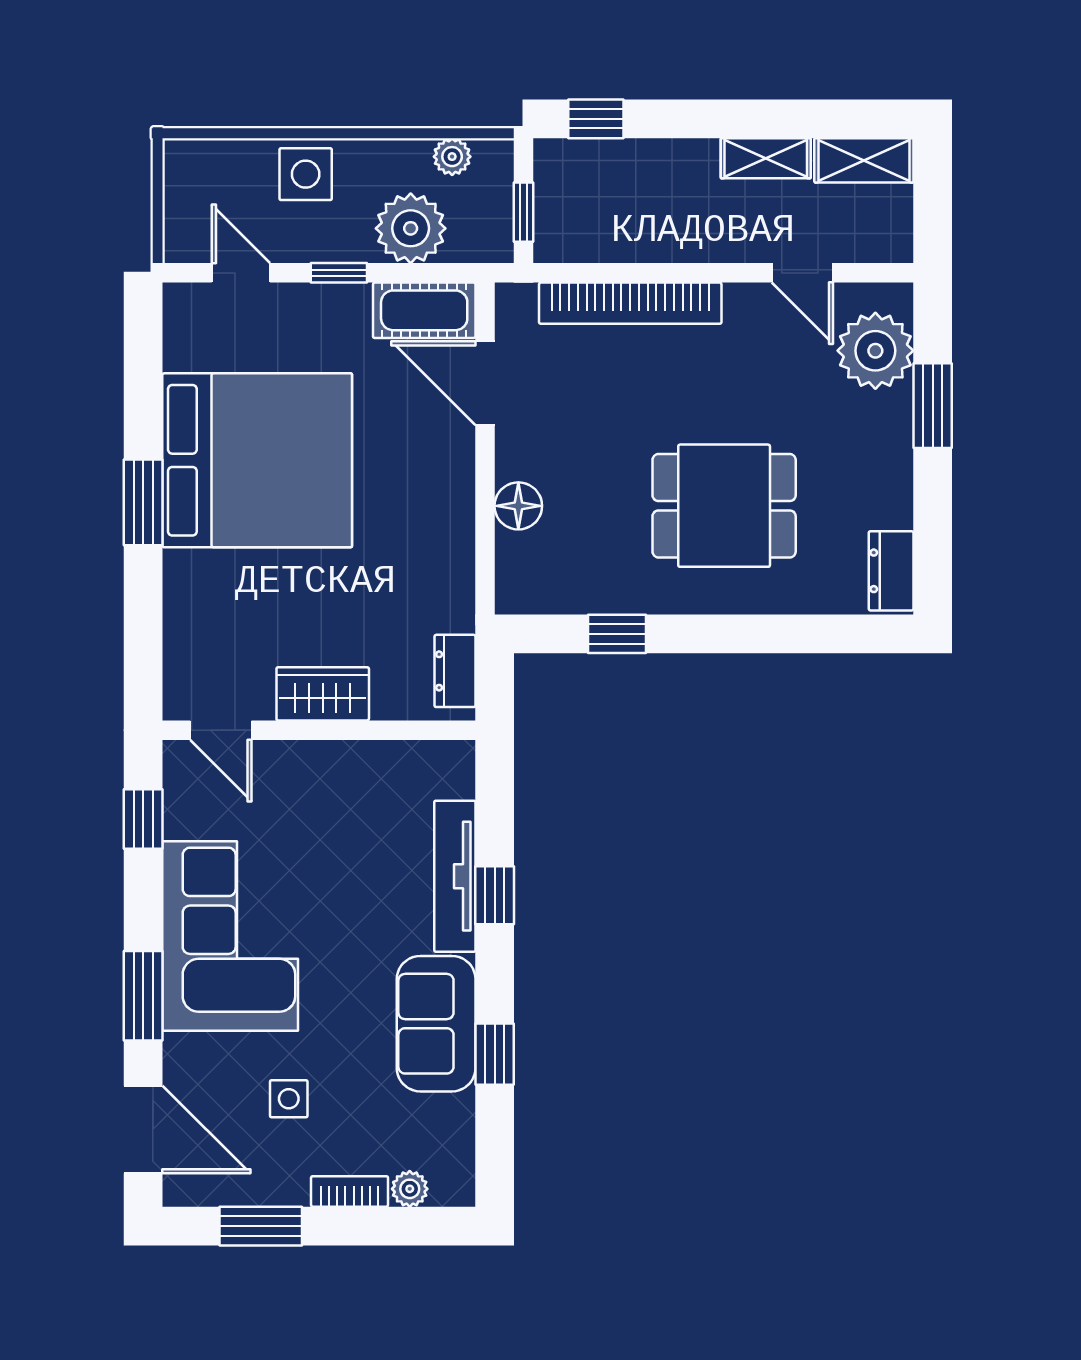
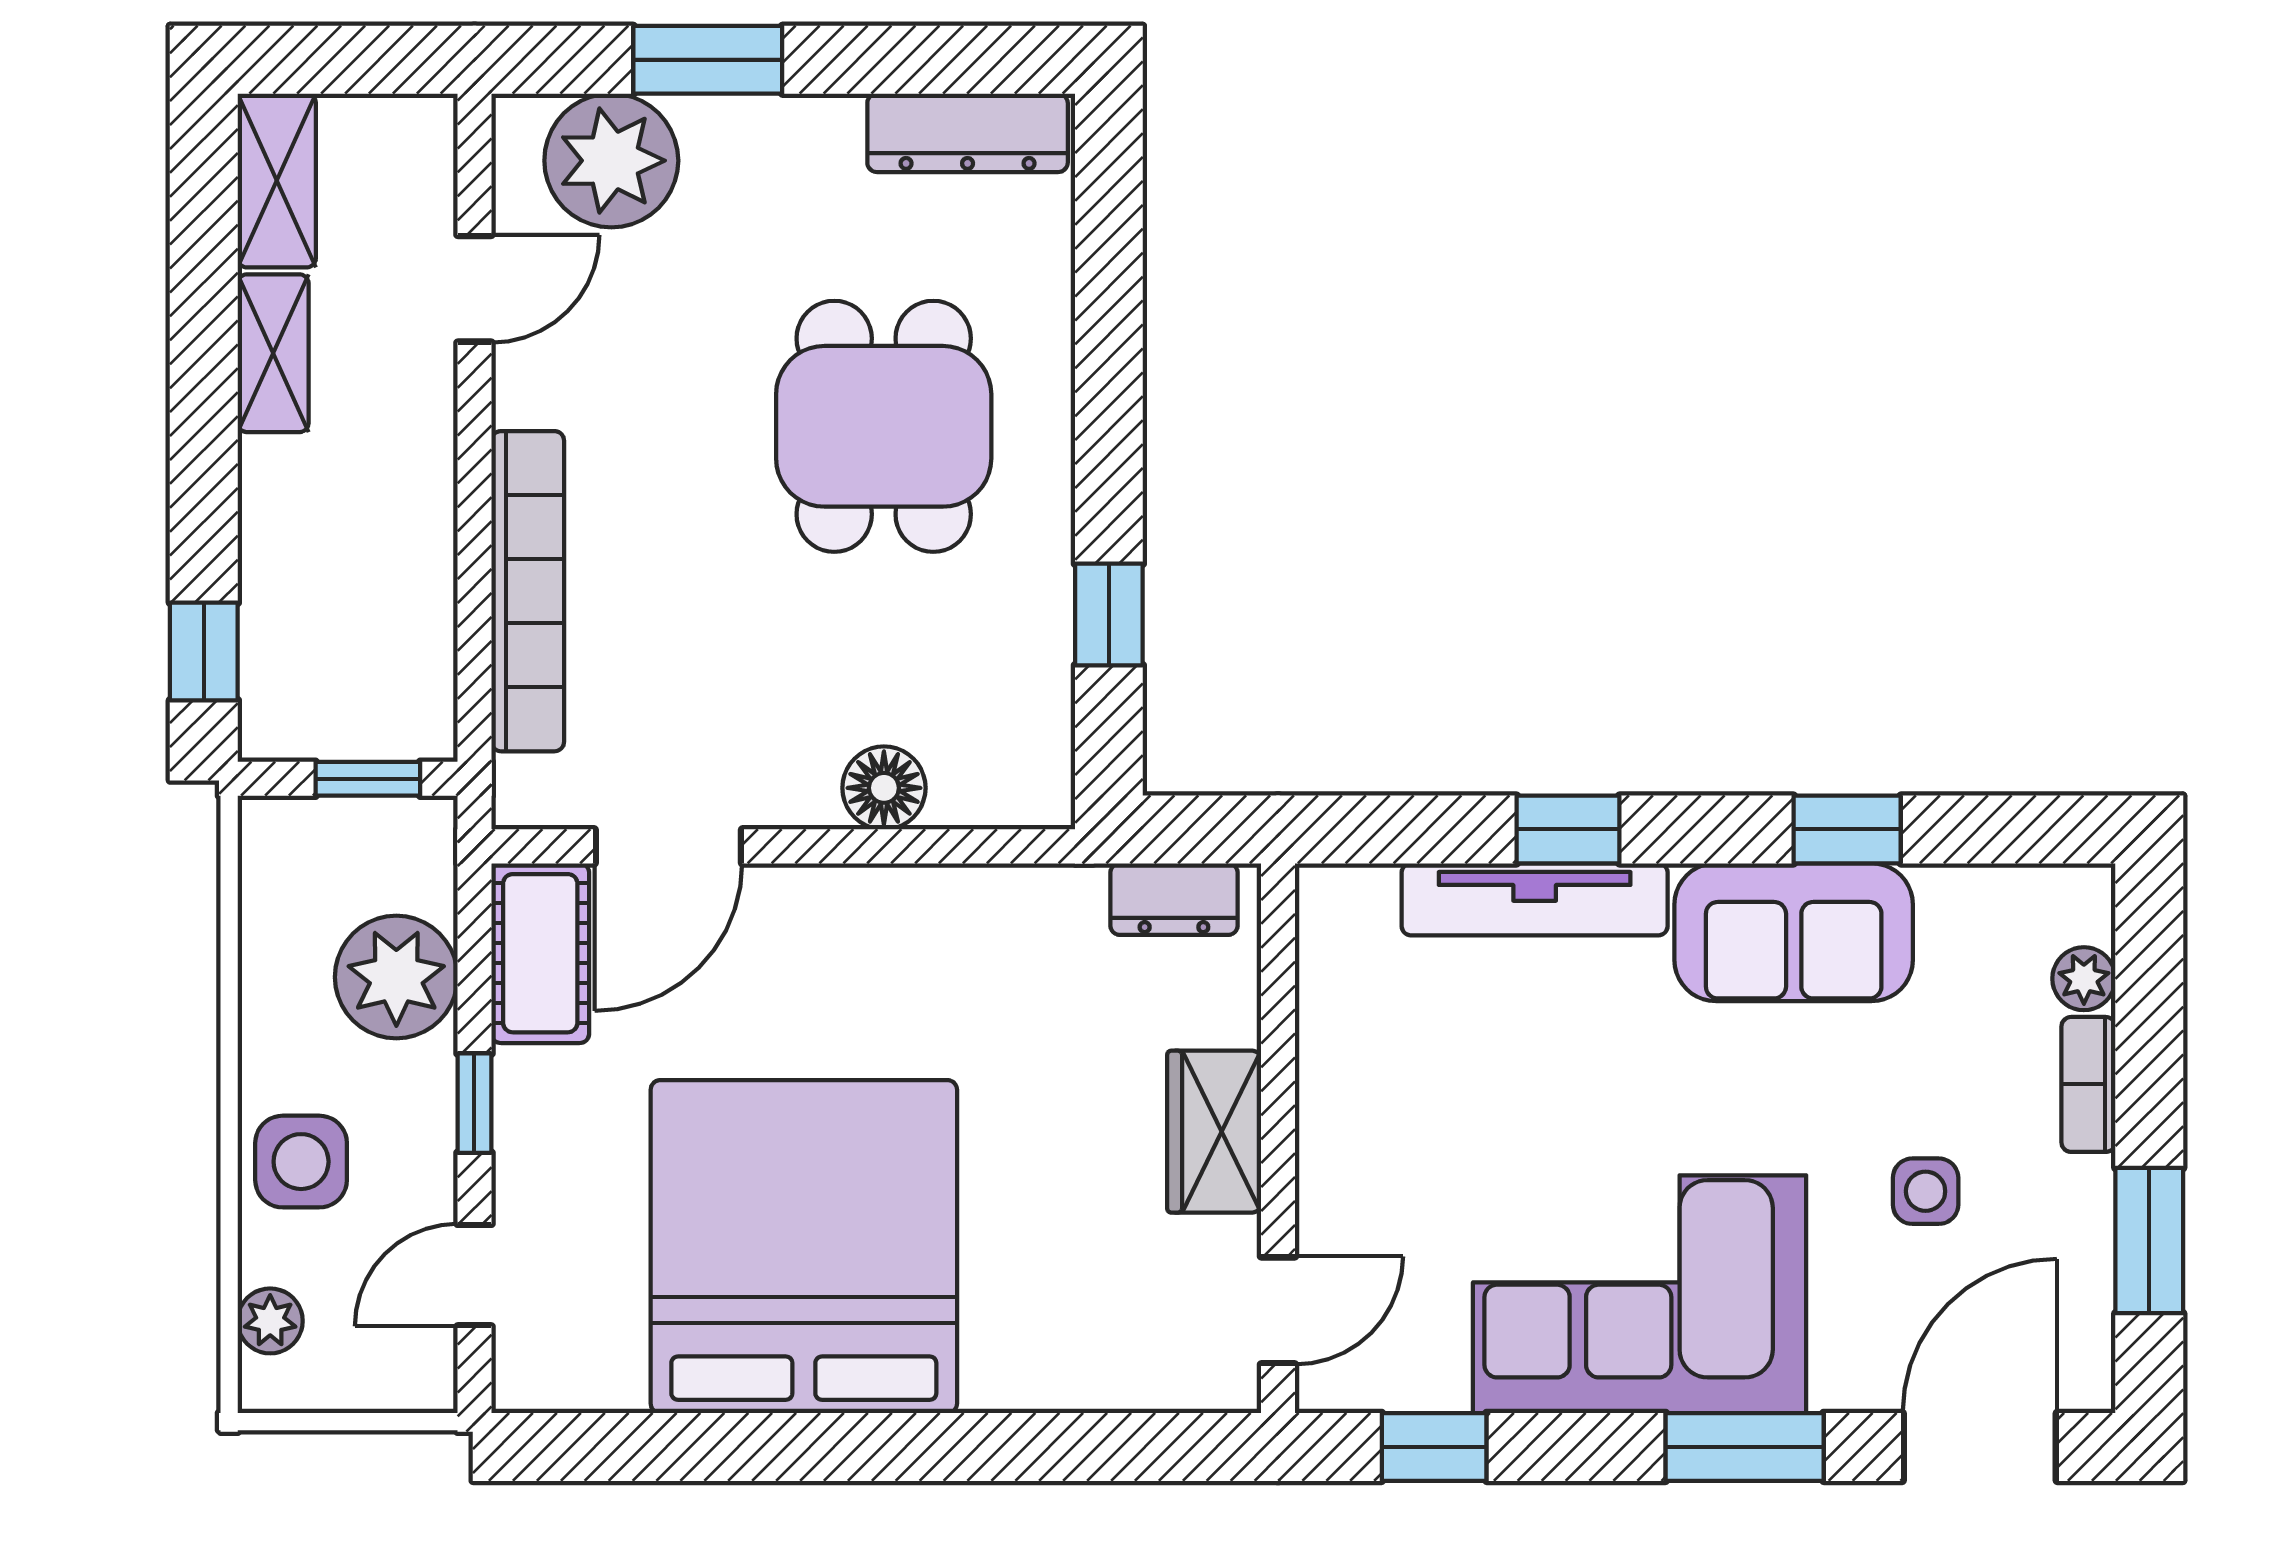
plant: (452, 157) -> (270, 1321), moved
window: (143, 502) -> (878, 1447), removed
dresser: (891, 571) -> (968, 133), width x1.44

